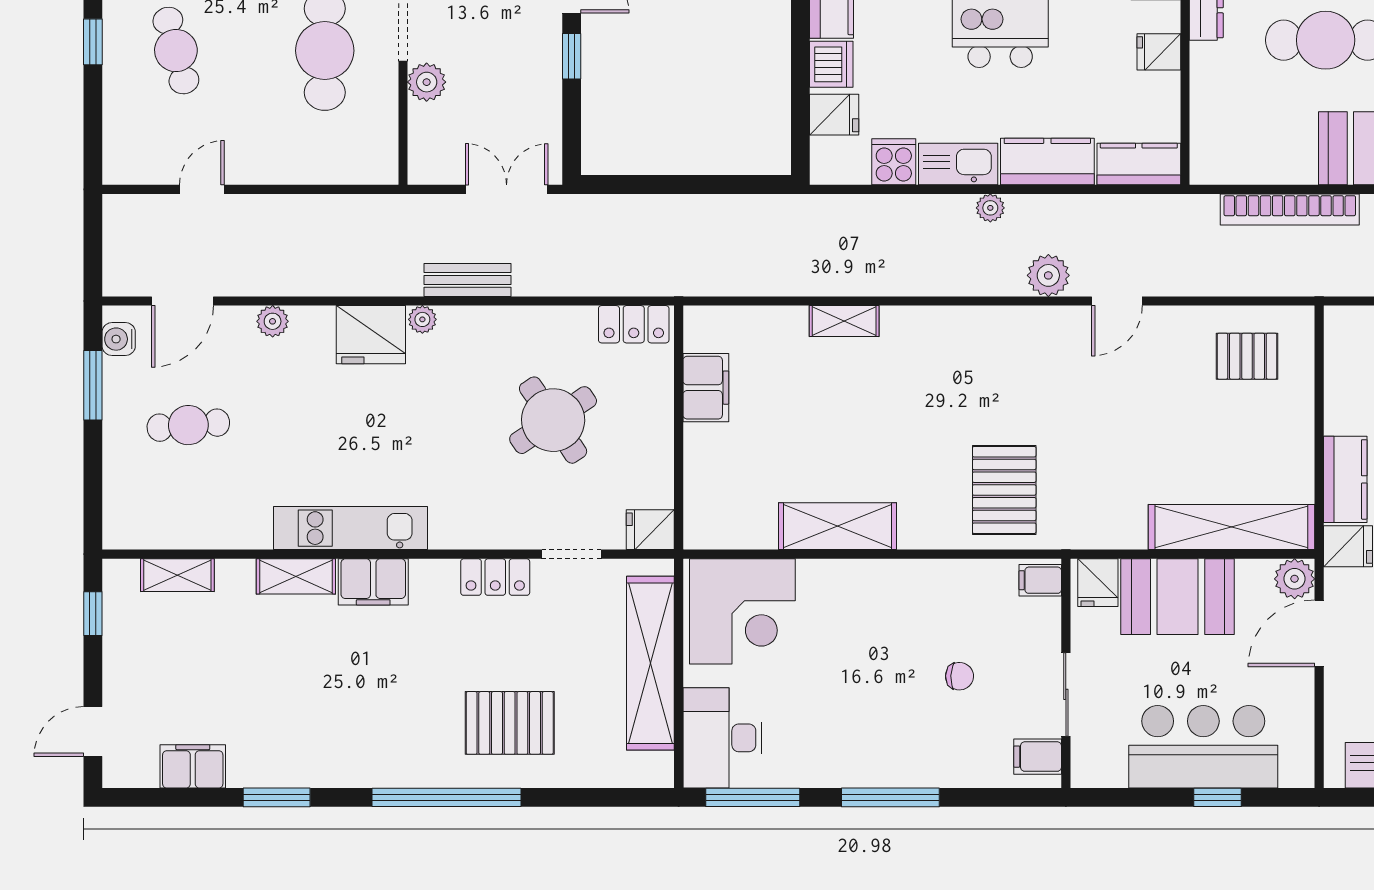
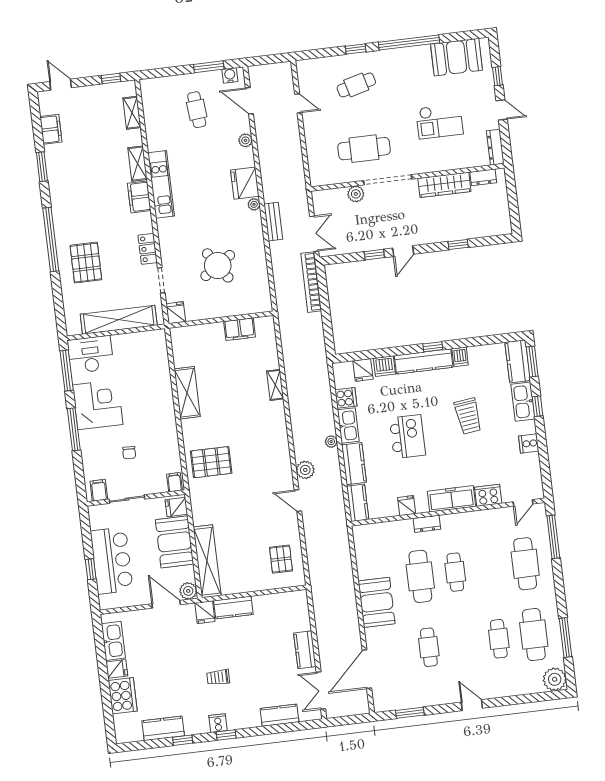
bookcase: (1290, 209) -> (311, 282), moved
locker: (634, 324) -> (263, 295), removed
corner desk: (742, 611) -> (98, 405), moved, turned 180

